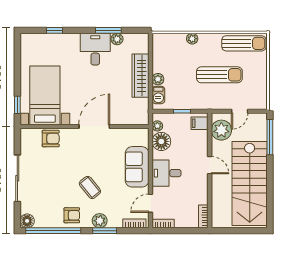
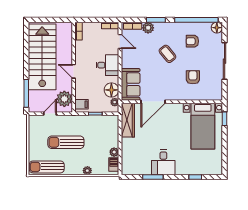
plant: (117, 39) -> (146, 170), removed
wardrobe: (140, 76) -> (128, 120), moved
plant: (158, 79) -> (114, 152), moved
barbecue: (158, 95) -> (114, 164), moved
door: (94, 126) -> (153, 102), moved
armchair: (51, 139) -> (193, 77), moved, turned 90
sofa: (137, 167) -> (131, 84), moved
door: (150, 203) -> (120, 42), hinge flipped
armchair: (72, 215) -> (192, 41), moved
plant: (100, 221) -> (148, 28), moved

